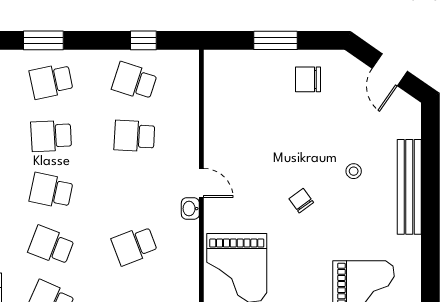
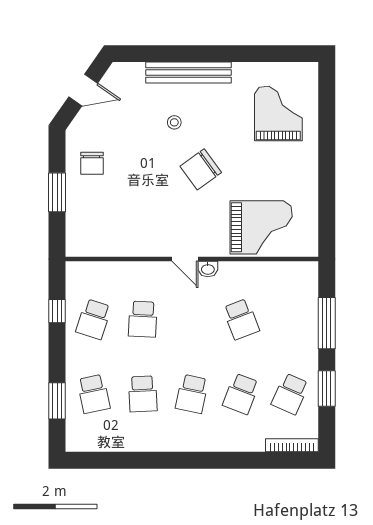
door: (201, 183) -> (185, 259), swing flipped
chair: (301, 201) -> (201, 169), width x1.87, depth x1.87

